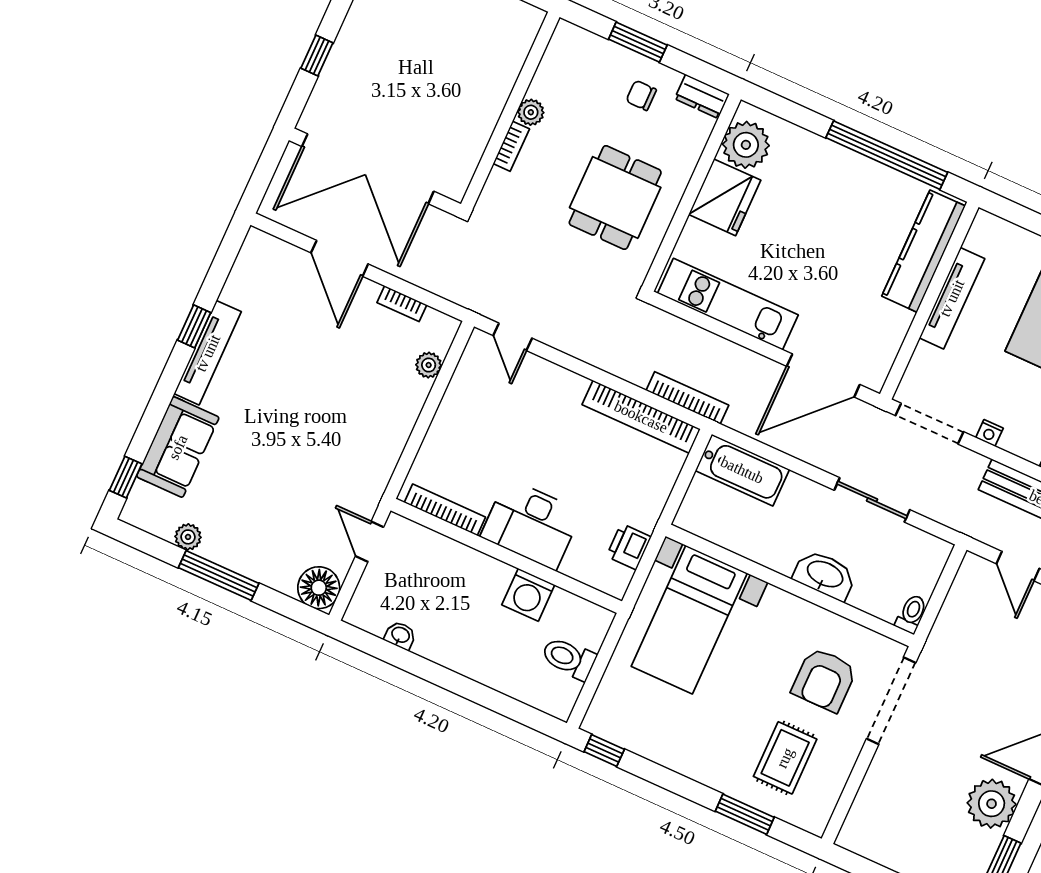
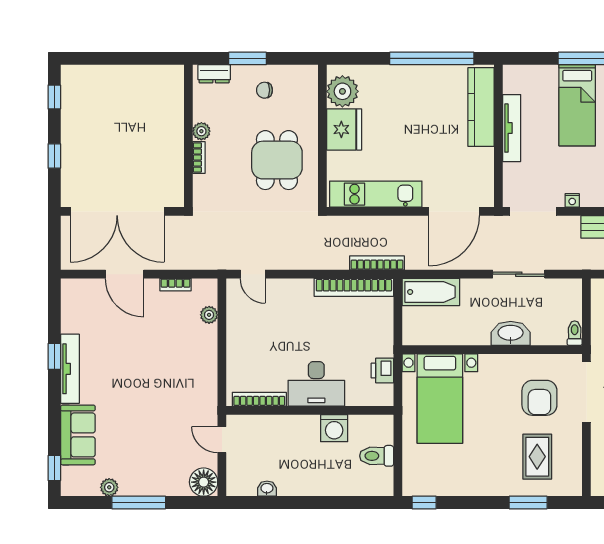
dresser: (702, 96) -> (214, 74), moved

